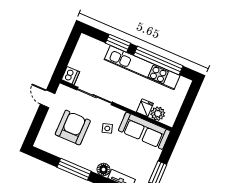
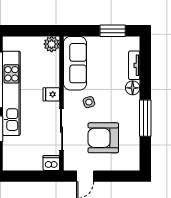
fridge: (145, 108) -> (51, 94), moved
plant: (158, 114) -> (52, 44), moved

